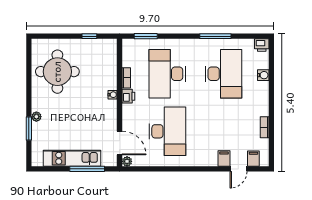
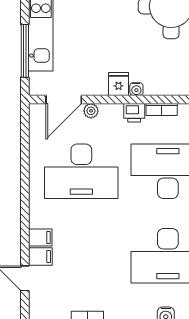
fridge: (109, 107) -> (119, 84), added
filing cabinet: (253, 159) -> (40, 237), moved
plant: (127, 161) -> (91, 111), moved

